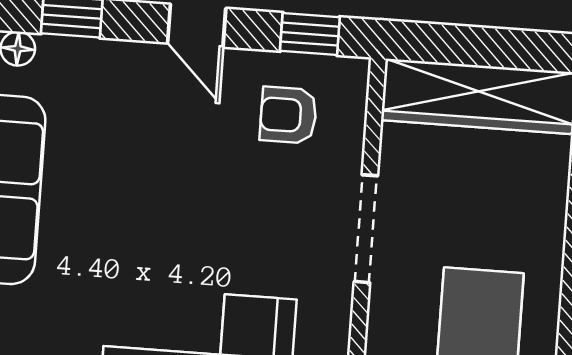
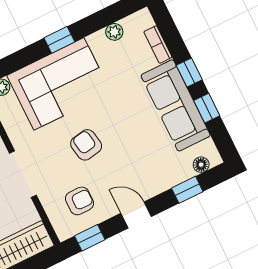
armchair: (214, 214) -> (86, 145), added

